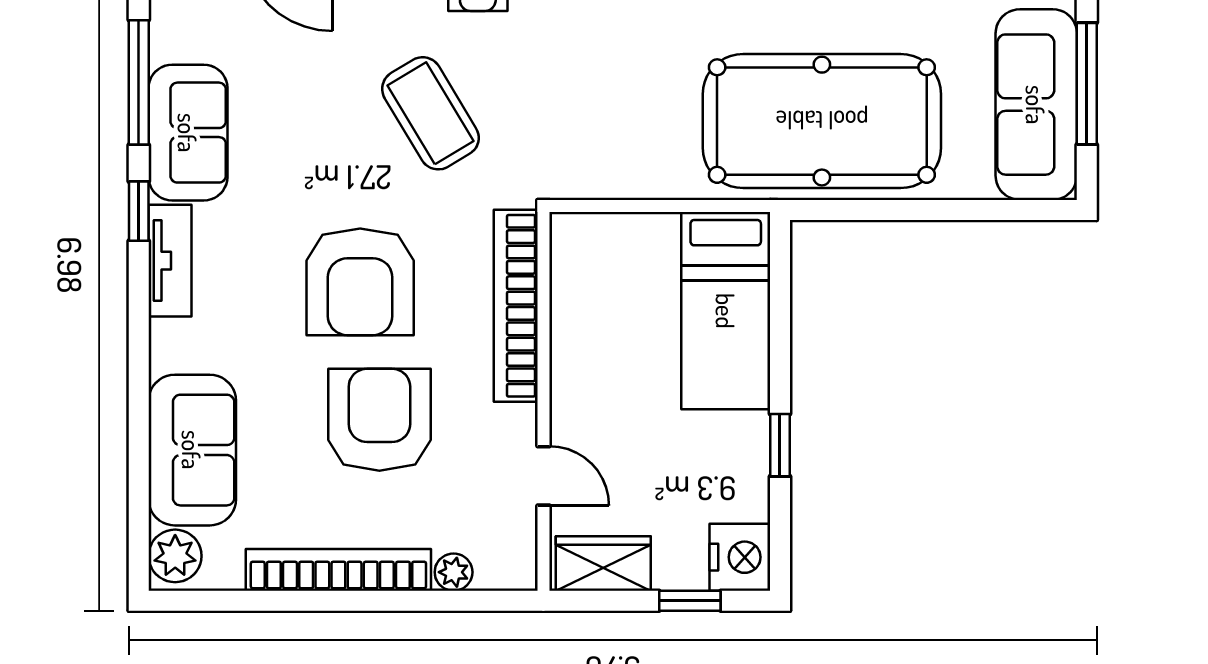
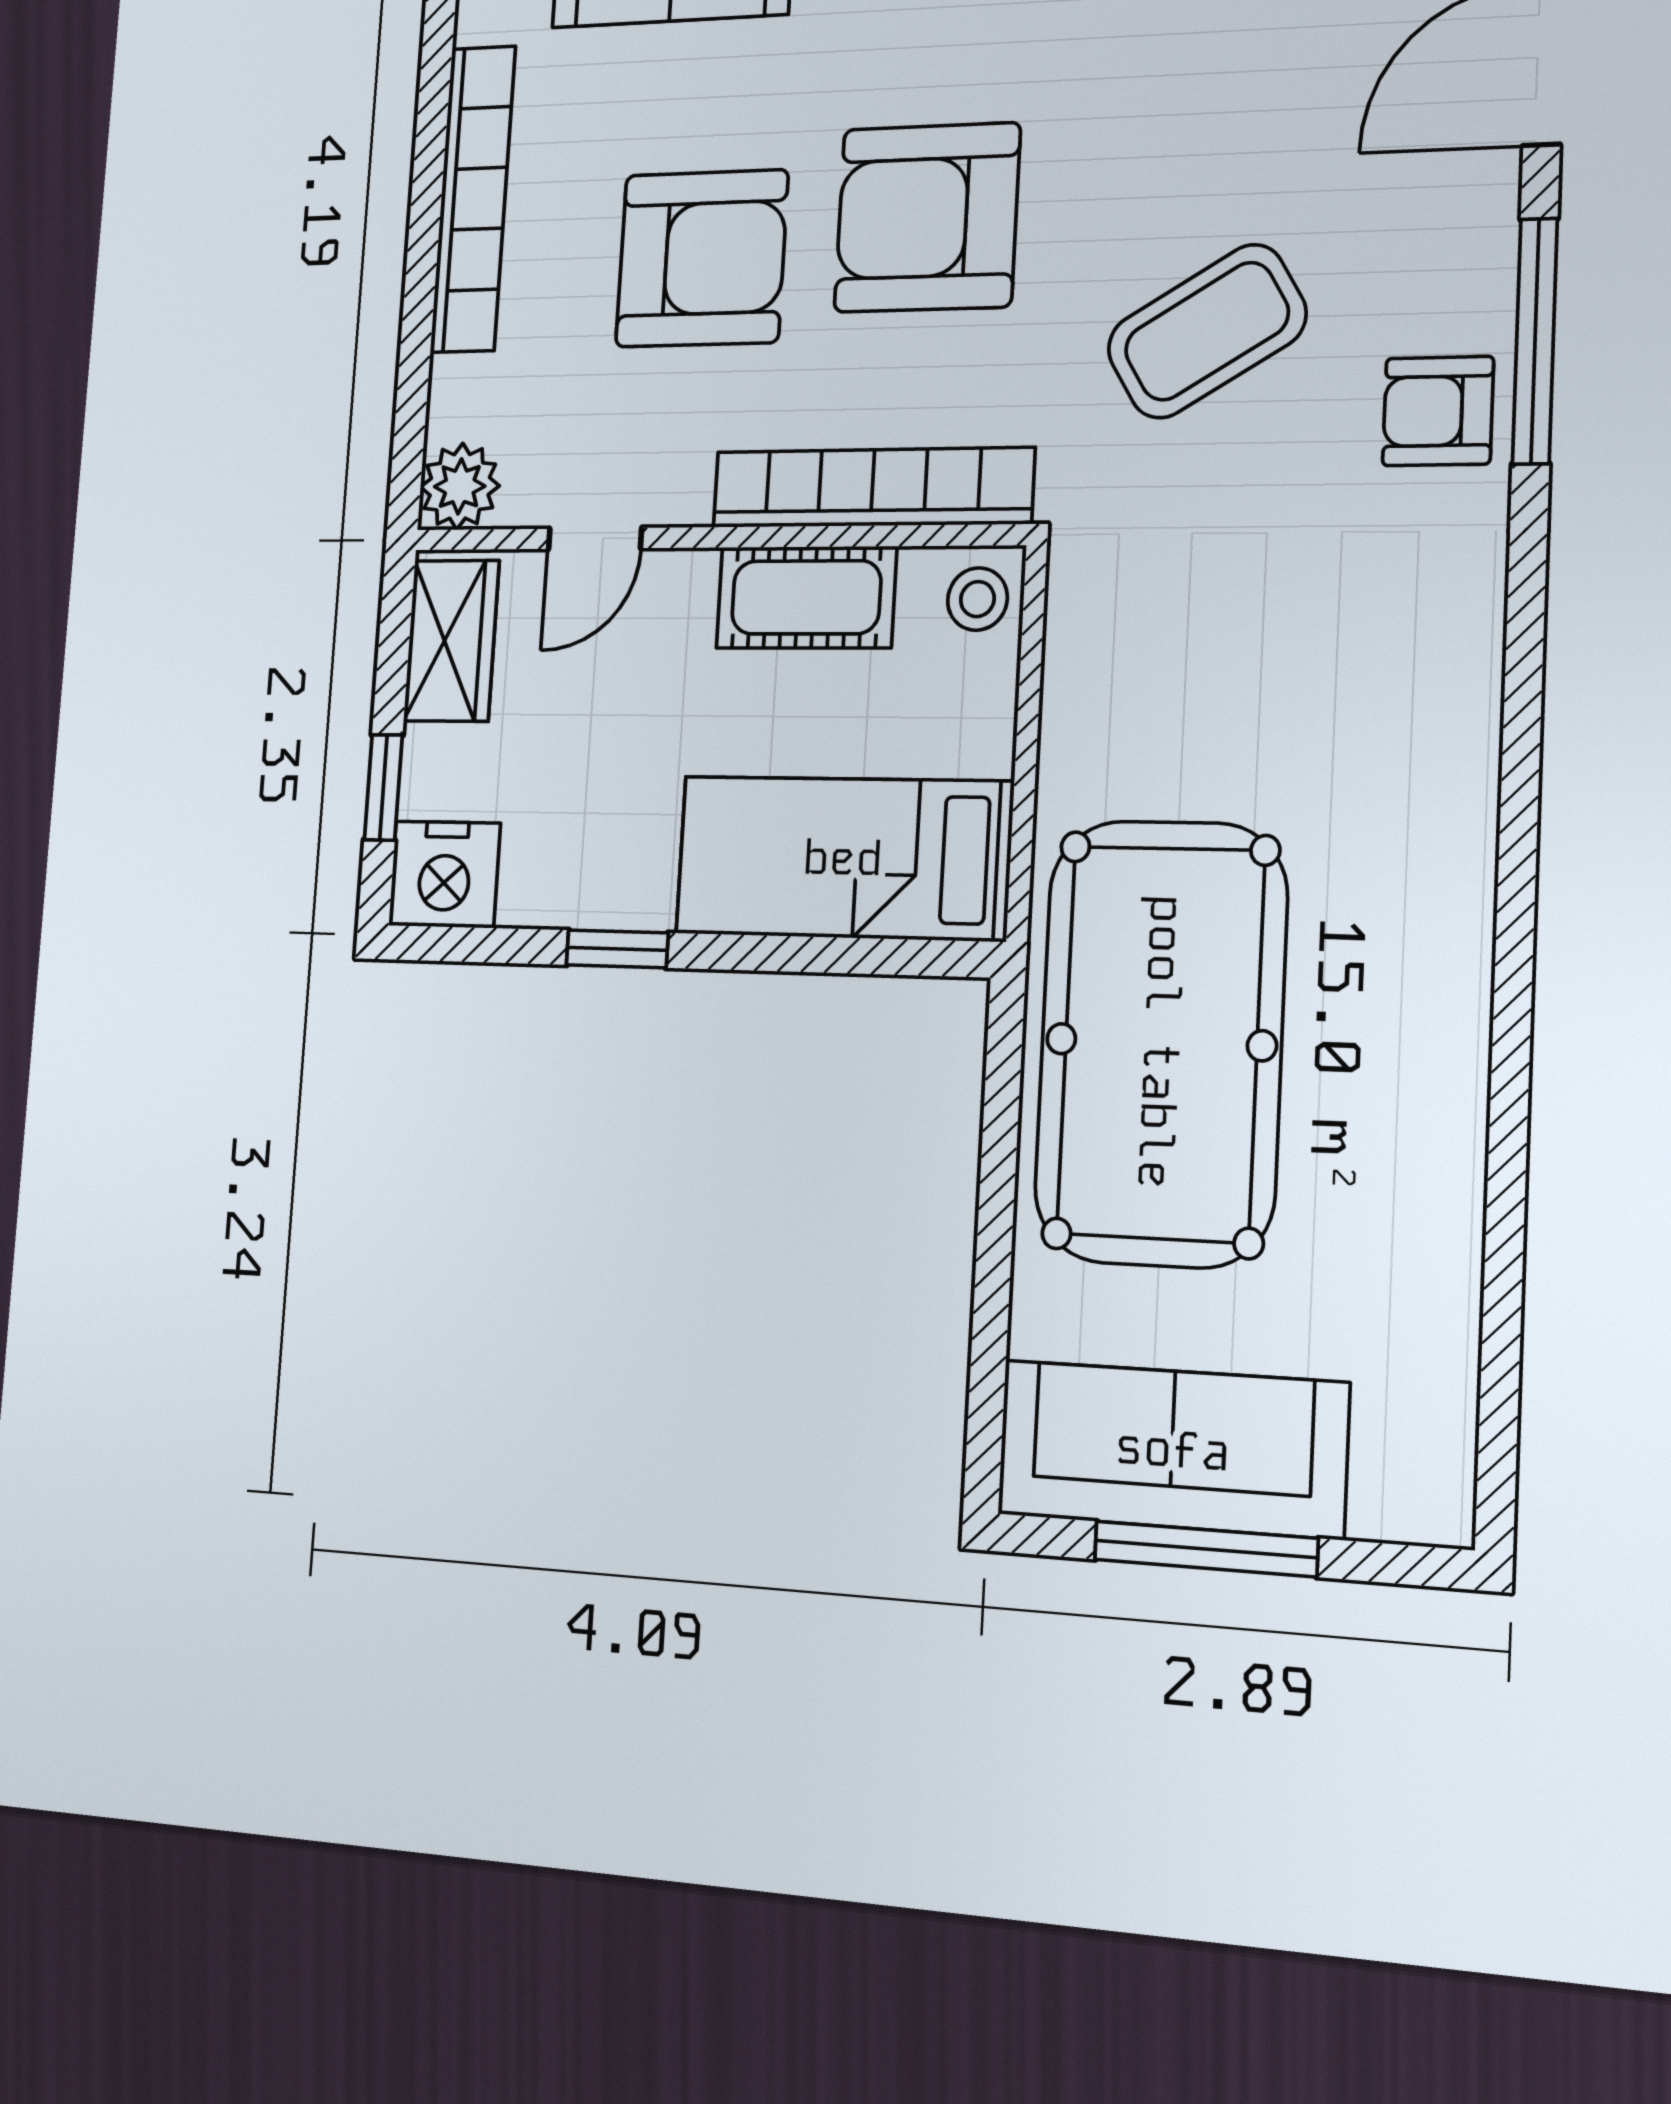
stool: (580, 239) -> (977, 599), added
cot: (578, 342) -> (806, 597), added
plant: (454, 572) -> (460, 486), moved, width x1.38, depth x1.38

